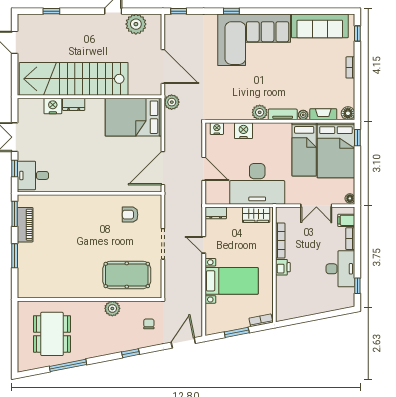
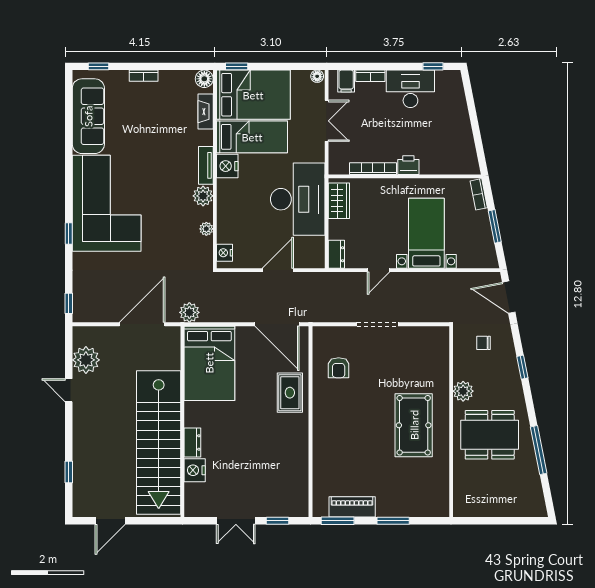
plant: (303, 115) -> (206, 229), moved
nightstand: (243, 131) -> (227, 166), moved
desk: (33, 175) -> (287, 497), removed
rug: (111, 178) -> (290, 393), added
pool table: (127, 275) -> (414, 425), moved
dining table: (52, 334) -> (490, 435), moved

